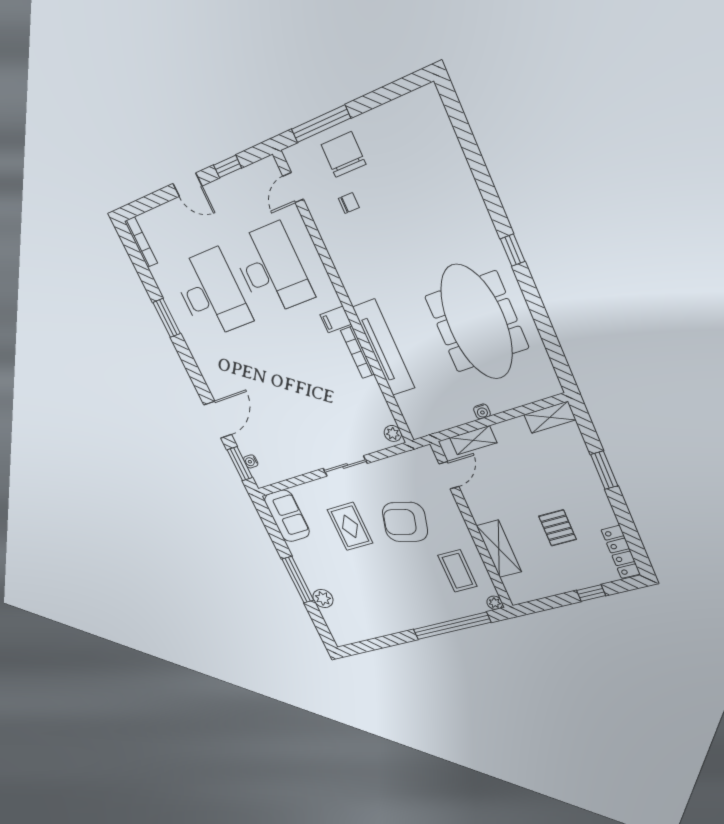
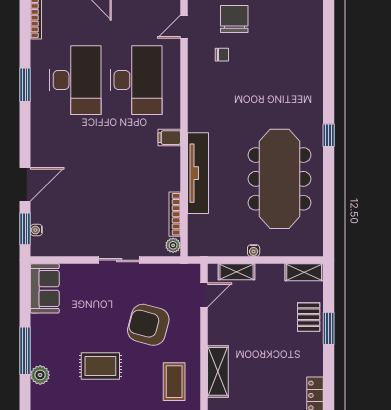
bookcase: (357, 352) -> (175, 214), moved
rug: (350, 526) -> (100, 366), moved, turned 90
pallet: (557, 528) -> (309, 317), moved

